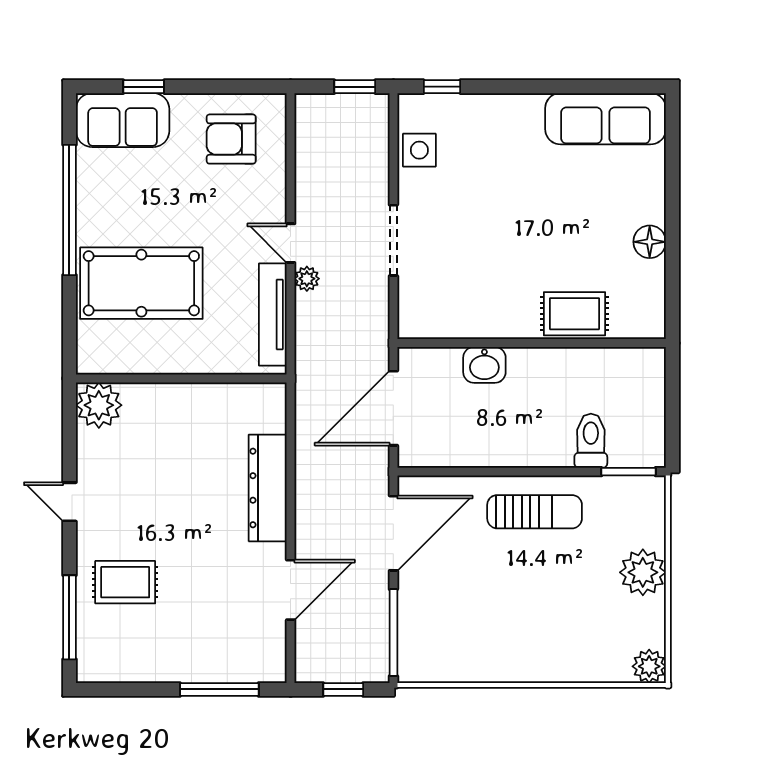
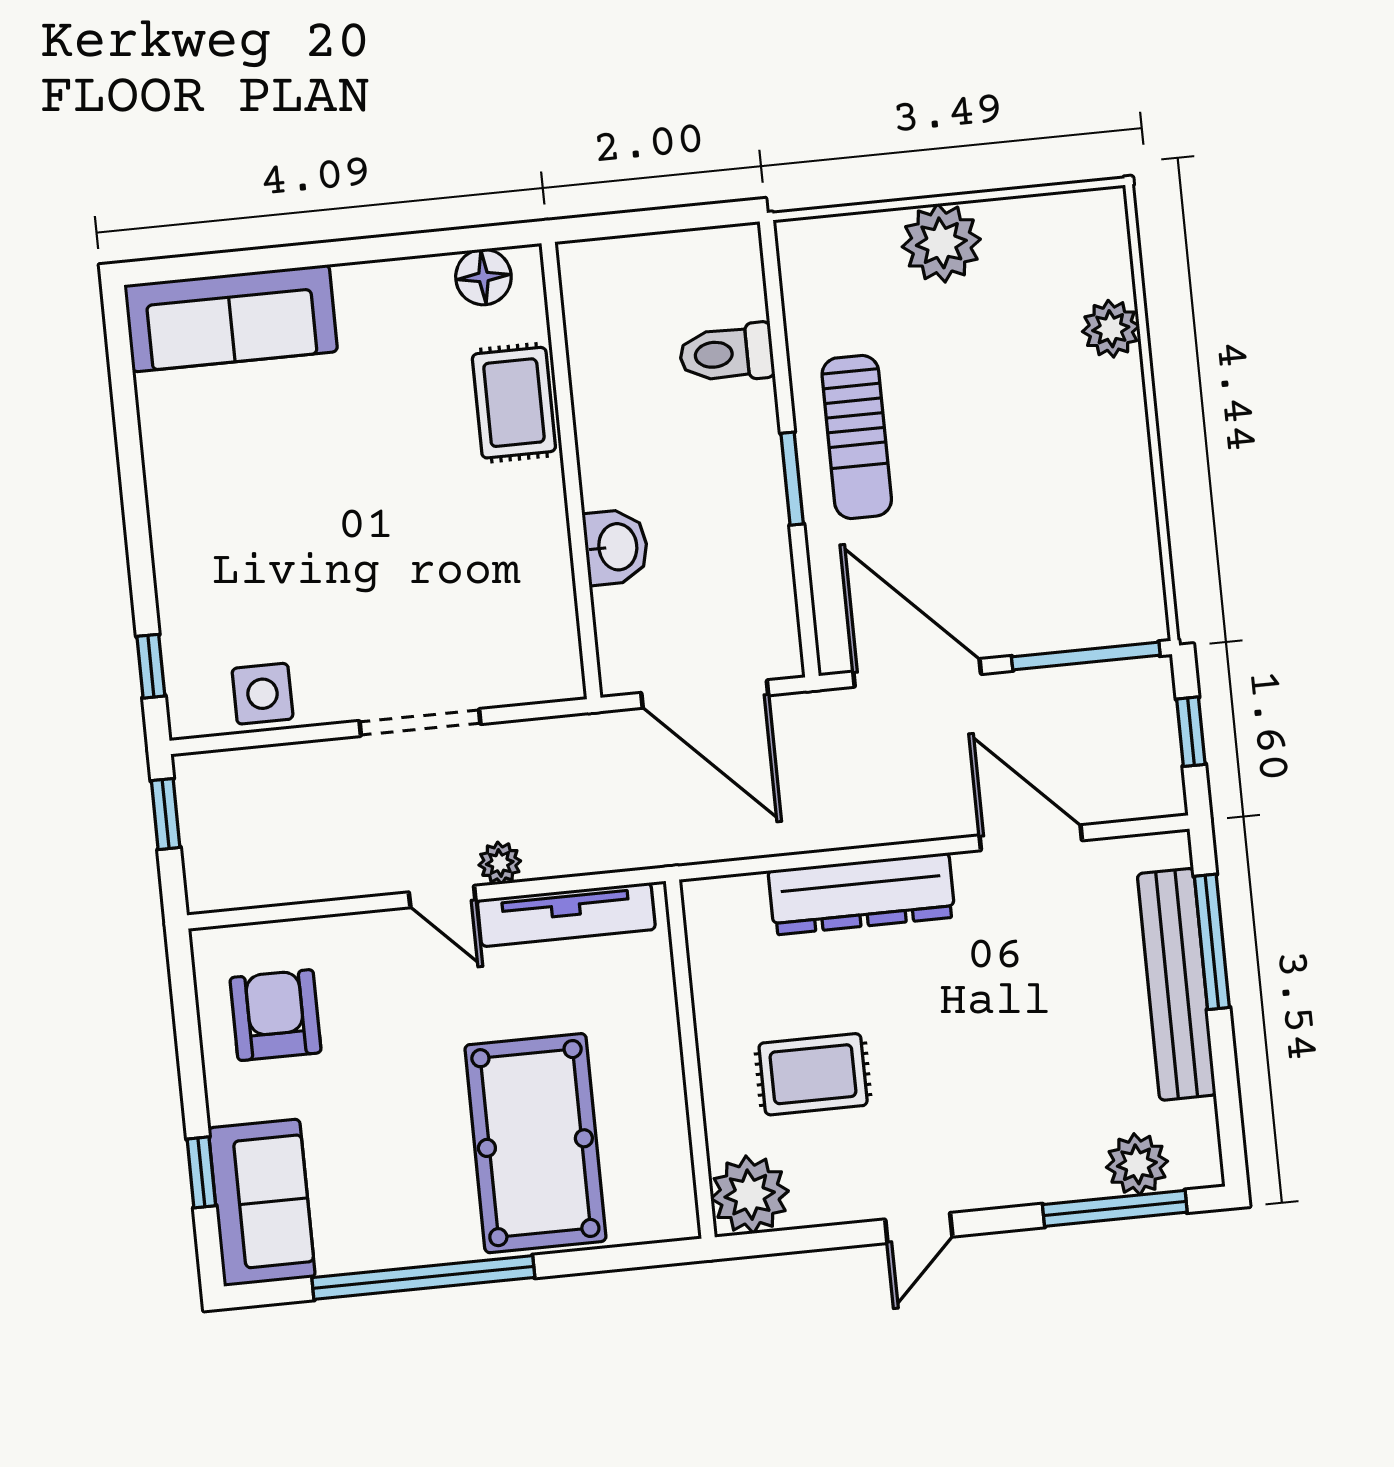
sofa: (606, 119) -> (231, 318), moved, turned 90
armchair: (231, 139) -> (276, 1015), turned 180
floor lamp: (650, 242) -> (483, 277), moved
door: (291, 243) -> (442, 897), hinge flipped
window: (629, 472) -> (792, 479), moved
sun lounger: (535, 512) -> (857, 437), turned 180
rug: (125, 582) -> (813, 1074), moved, turned 90
plant: (94, 633) -> (1137, 1164), added
bench: (197, 666) -> (1177, 984), added
plant: (649, 666) -> (1111, 329), moved

